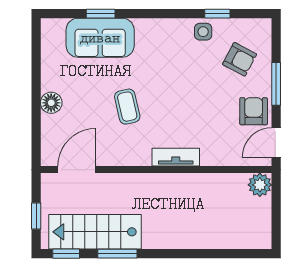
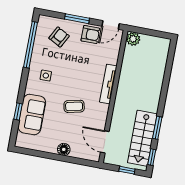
window: (217, 14) -> (31, 45), width x3.17
side table: (203, 32) -> (46, 76), moved
armchair: (254, 111) -> (90, 35), turned 180
door: (276, 142) -> (111, 25), hinge flipped
tv unit: (176, 157) -> (108, 84), width x1.41

